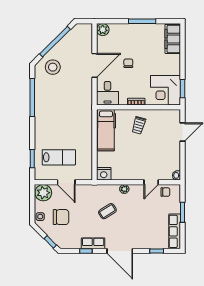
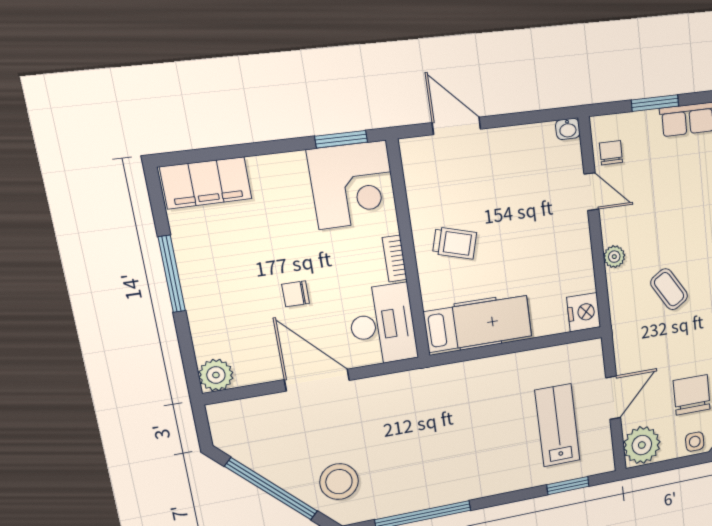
desk: (108, 93) -> (382, 325), width x1.37

